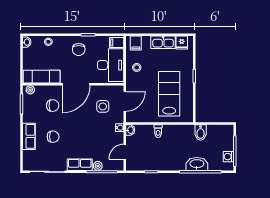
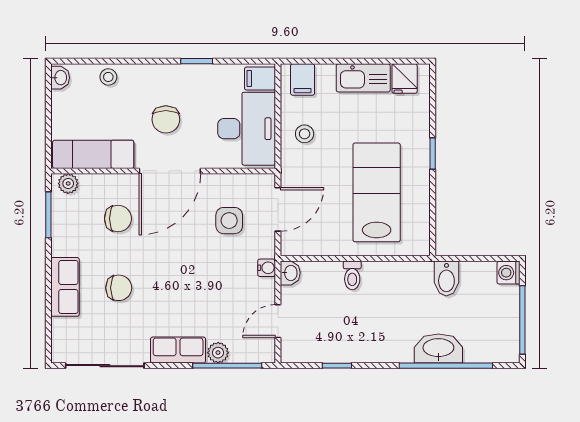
chair: (79, 49) -> (166, 119), moved
washing machine: (228, 157) -> (508, 273), moved

